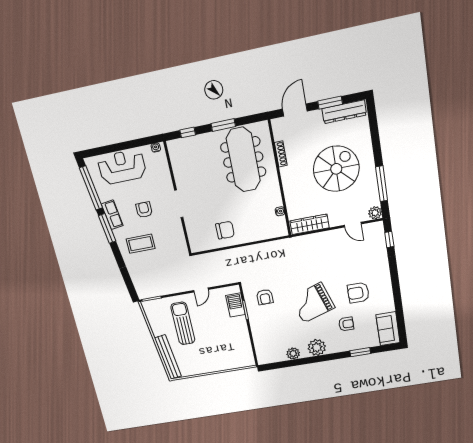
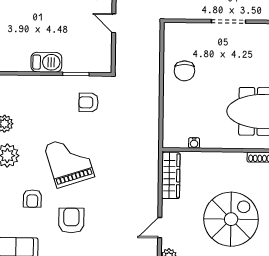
spiral stairs: (336, 169) -> (231, 219), turned -90
barbecue: (235, 305) -> (46, 62), moved

